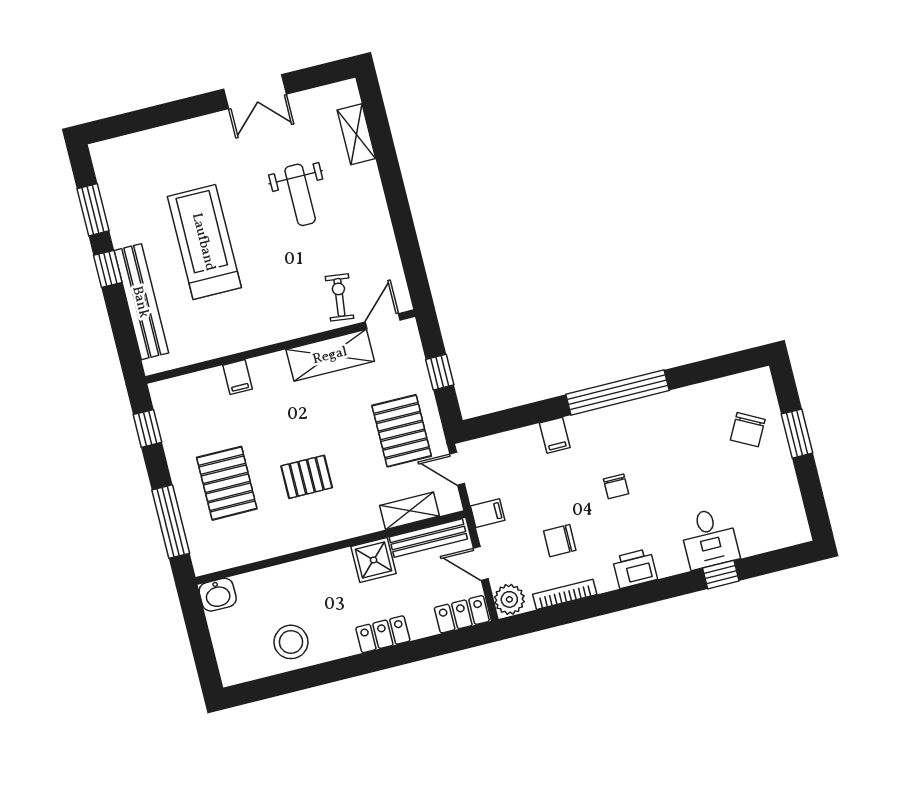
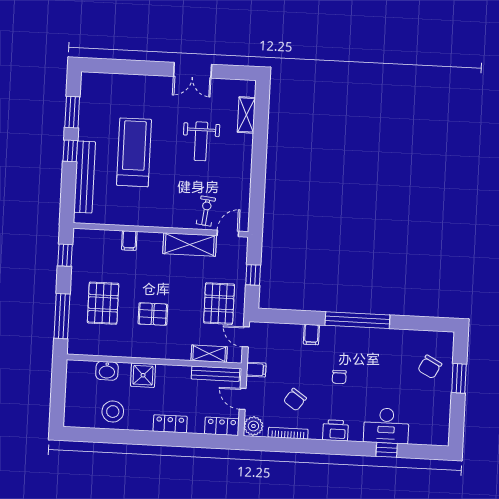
desk: (709, 538) -> (386, 426), width x1.37
chair: (560, 541) -> (295, 400), turned -55
shower: (374, 560) -> (143, 375), moved
washbasin: (218, 595) -> (107, 371), moved

